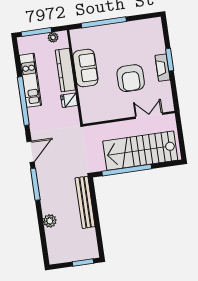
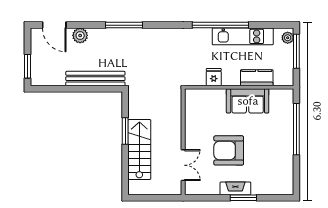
plant: (53, 37) -> (288, 38), moved
kitchen counter: (65, 70) -> (257, 78), width x0.67
stairs: (140, 151) -> (139, 150), width x0.73, depth x0.66
door: (31, 152) -> (54, 25), moved
window: (127, 170) -> (125, 131), width x0.47

